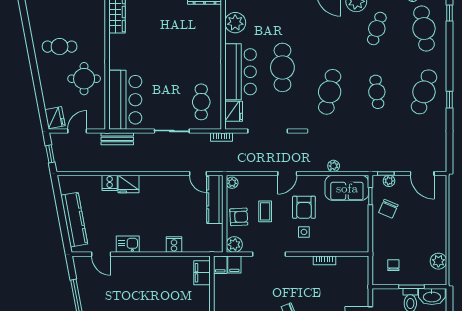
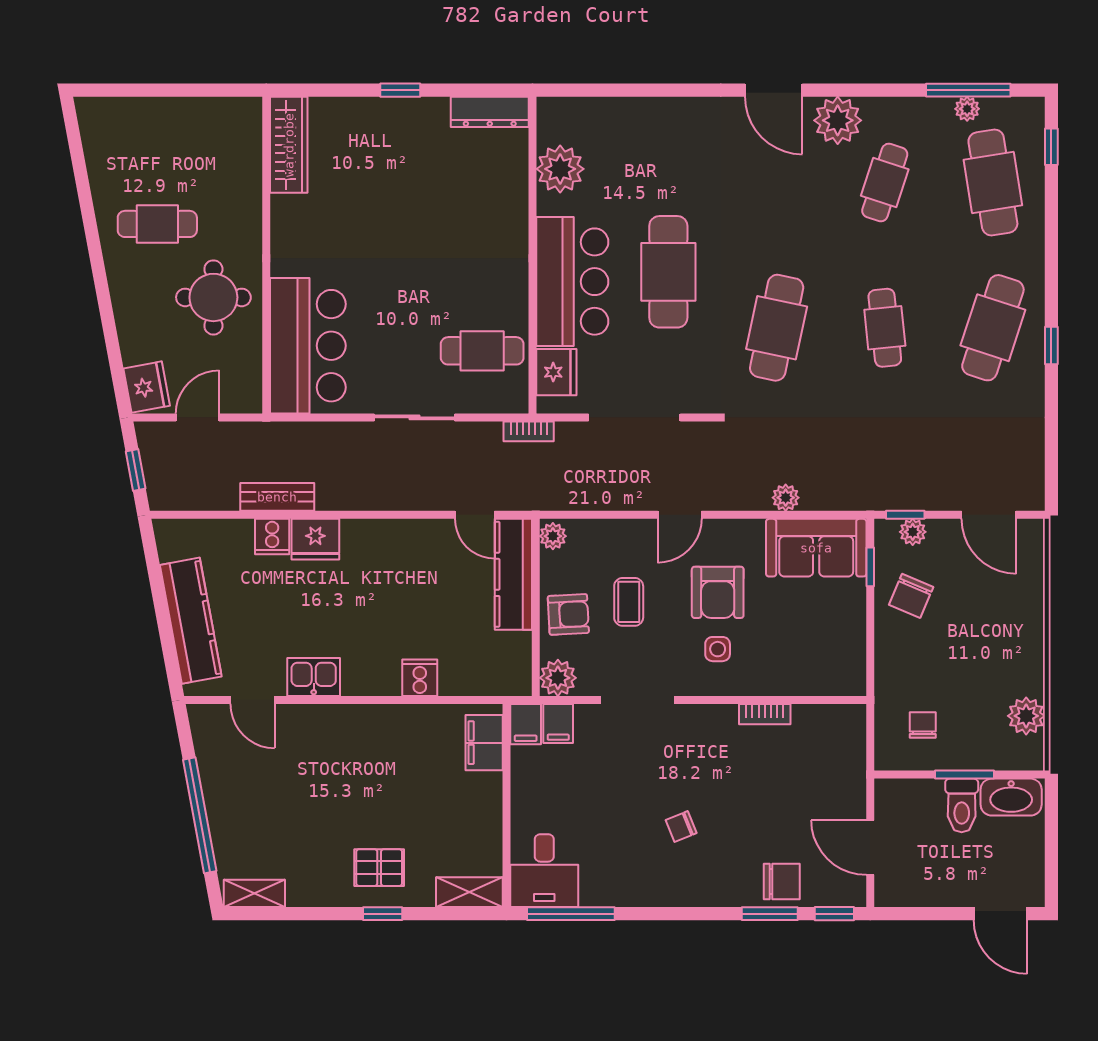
cafe table: (201, 102) -> (482, 351), turned 90
bench: (117, 139) -> (277, 497), moved

